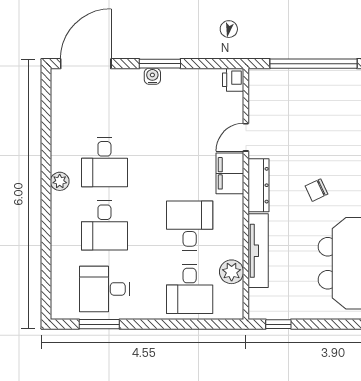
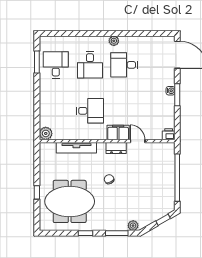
dresser: (258, 185) -> (116, 148), width x0.70
desk: (104, 226) -> (90, 65), turned -90
plant: (232, 272) -> (46, 133), moved
desk: (190, 289) -> (56, 111), removed
window: (278, 324) -> (37, 192), moved

